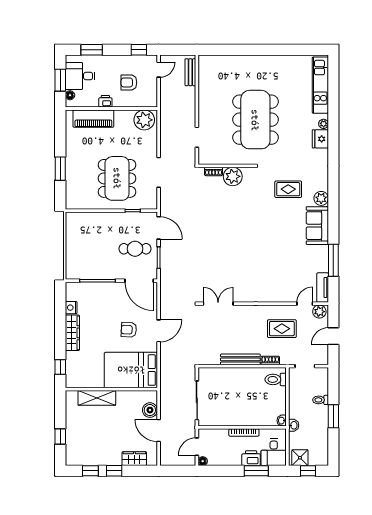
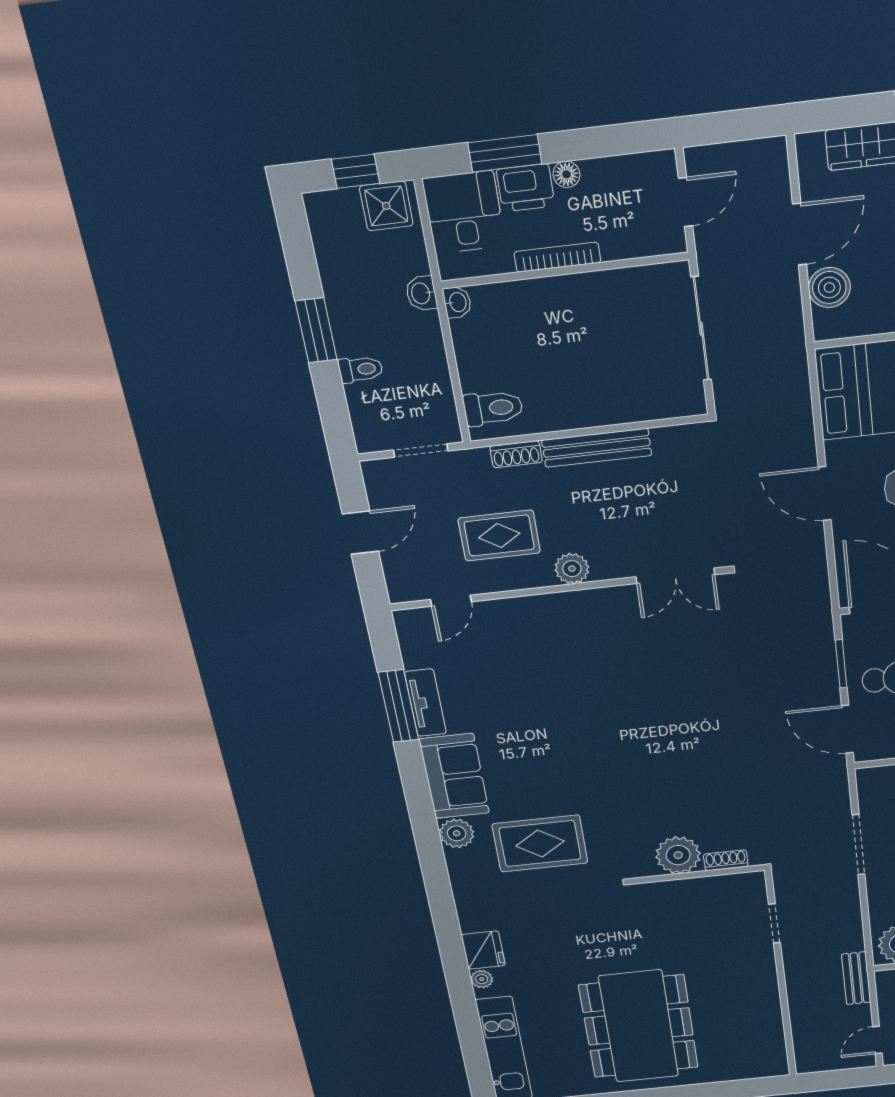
bench: (190, 72) -> (856, 978), moved
dining table: (255, 120) -> (639, 1026), moved
rug: (288, 189) -> (540, 844), width x1.36, depth x1.43
tv unit: (323, 288) -> (425, 703), moved
plant: (319, 312) -> (572, 569), moved
door: (159, 331) -> (825, 494), hinge flipped
door: (159, 431) -> (800, 234), hinge flipped
floor lamp: (203, 461) -> (567, 174), moved

